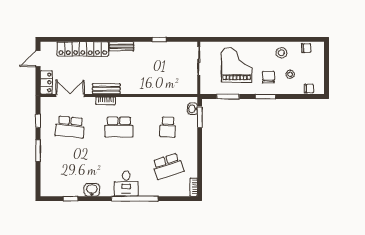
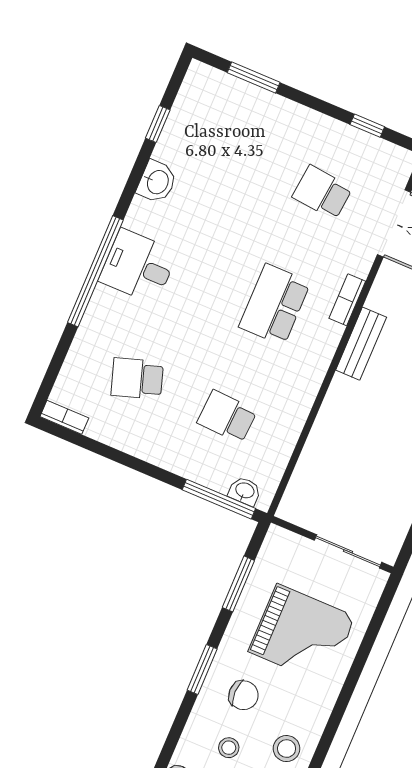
bench: (106, 89) -> (361, 344), moved
window: (200, 117) -> (219, 499), width x1.44
school desk: (70, 127) -> (322, 192), width x0.54
window: (38, 151) -> (254, 77), moved
school desk: (168, 166) -> (137, 379), width x0.54

